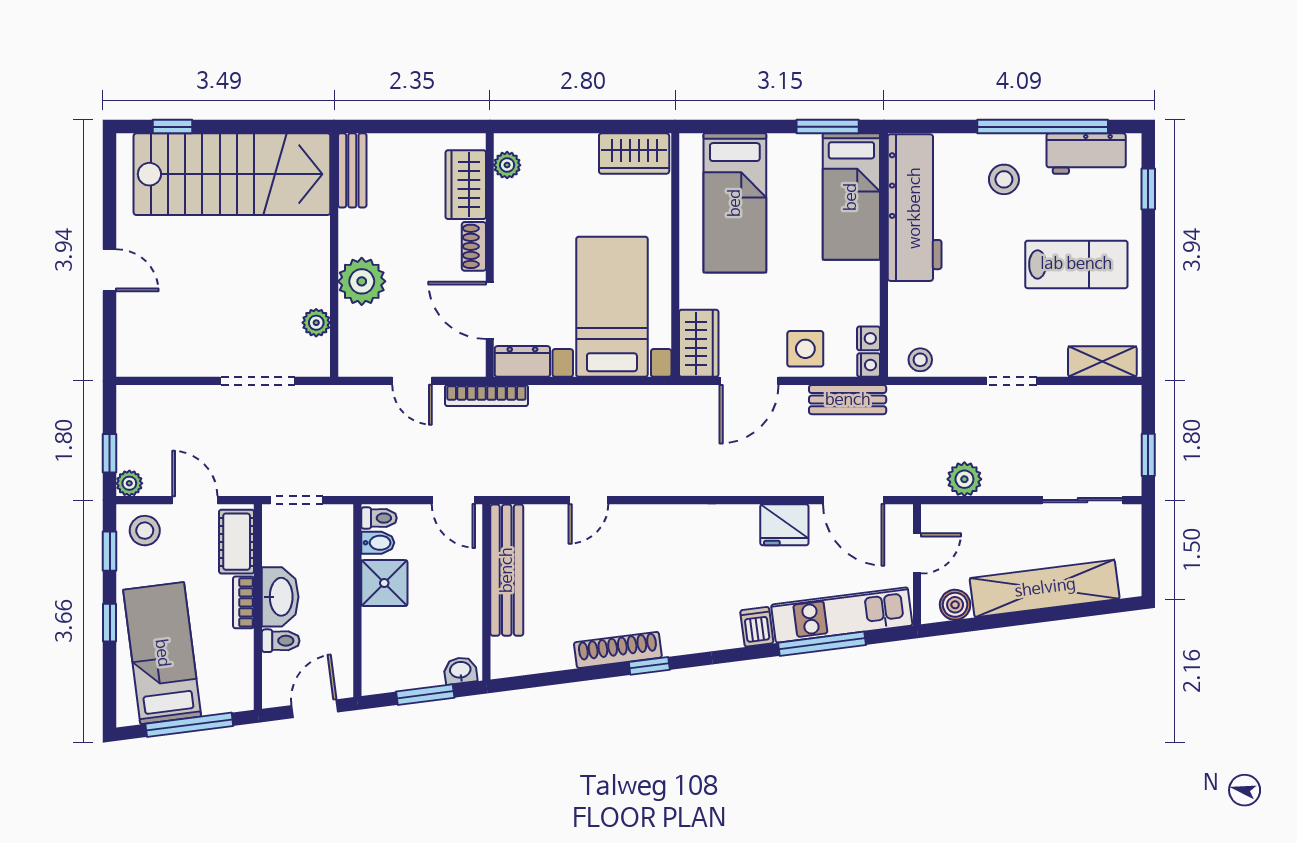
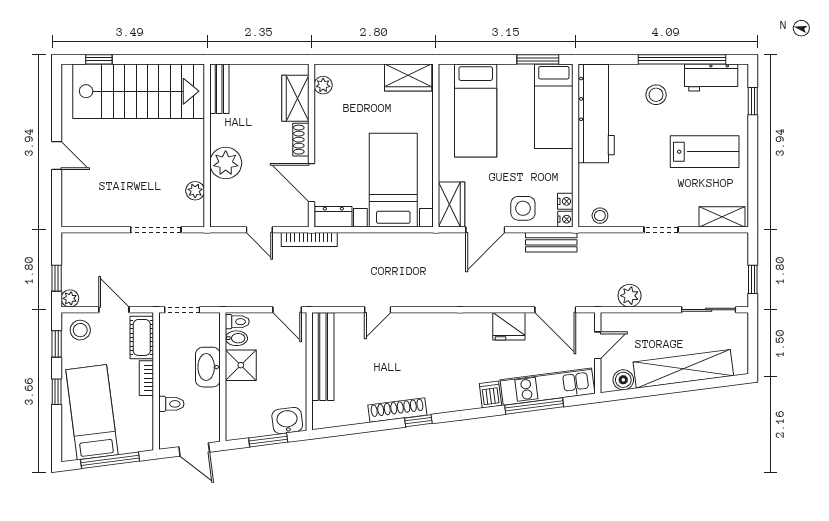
washbasin: (280, 597) -> (208, 367), moved, turned 180
washbasin: (460, 671) -> (287, 421), width x1.38, depth x1.45
door: (315, 709) -> (194, 449), swing flipped

